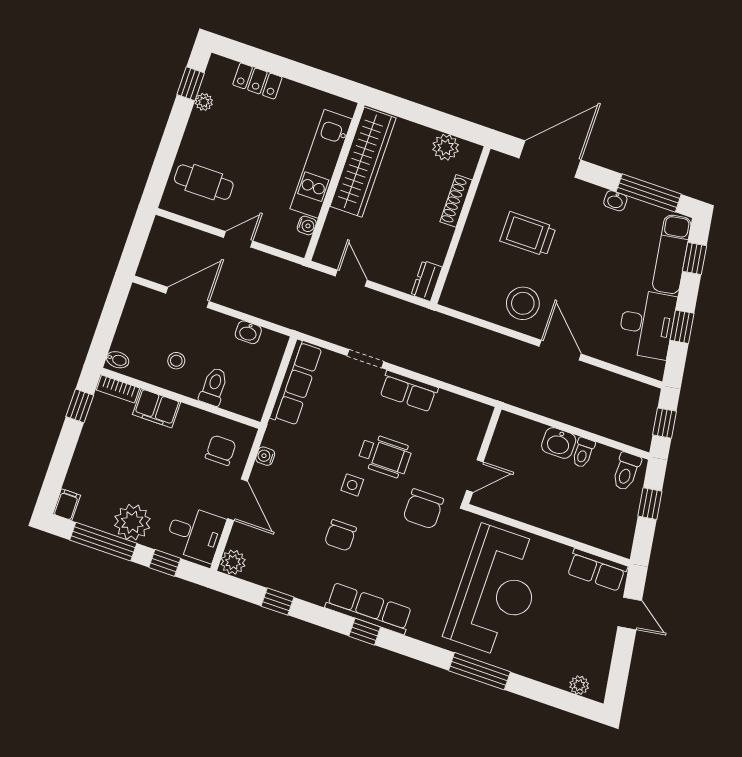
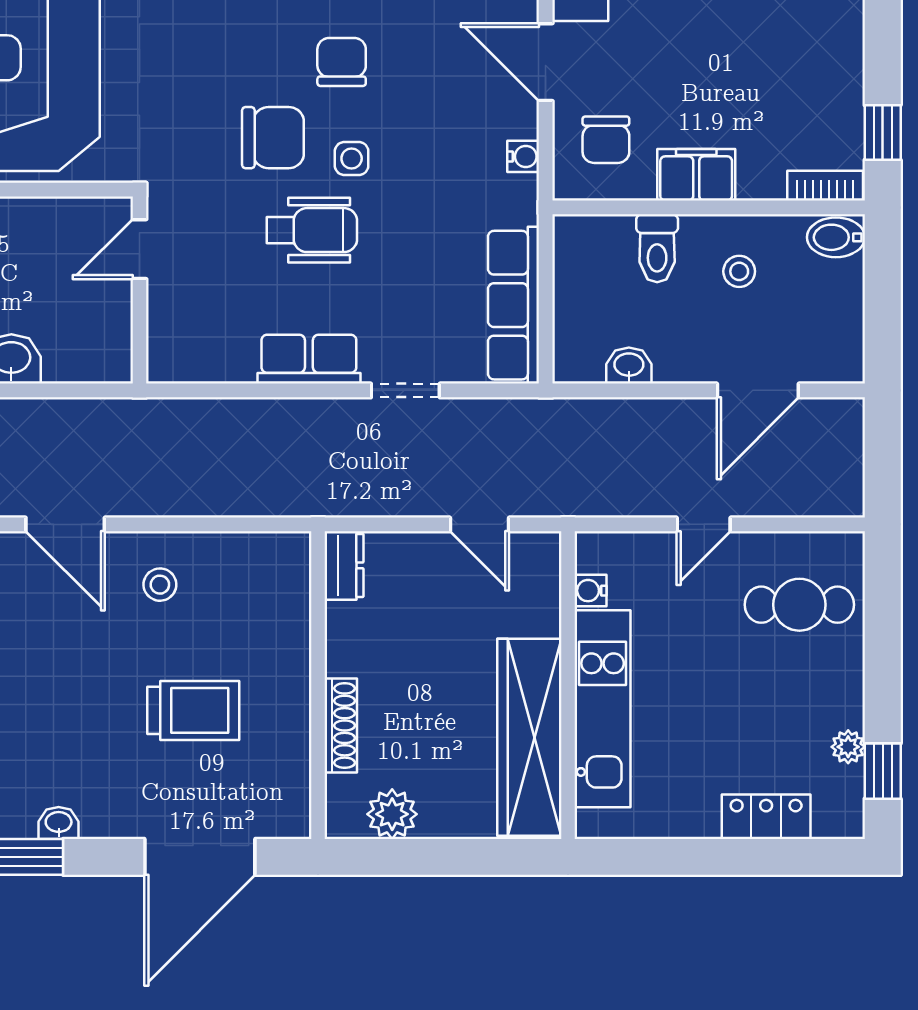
stool: (523, 303) -> (160, 585), width x0.53, depth x0.53
bidet: (118, 360) -> (836, 237), width x1.38, depth x1.36
filing cabinet: (157, 408) -> (696, 175), moved
wheelchair: (385, 456) -> (312, 230), turned 180
chair: (423, 509) -> (273, 138), moved, turned 90

